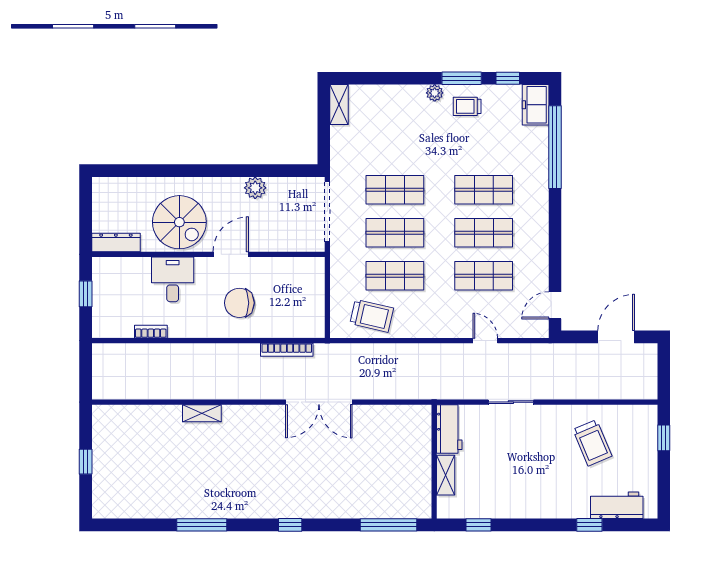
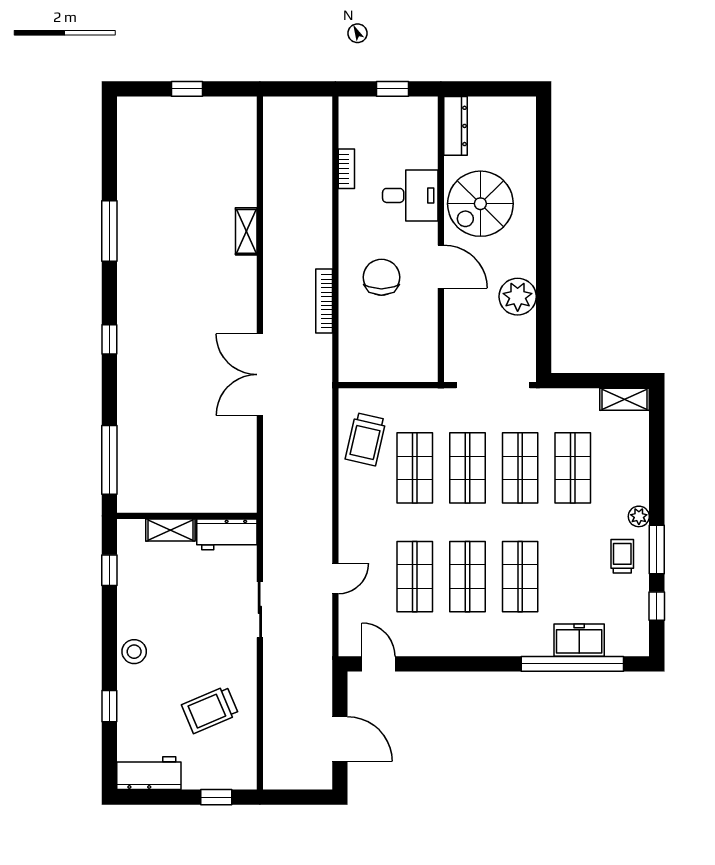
freezer: (536, 105) -> (579, 640), moved
shop shelf: (395, 147) -> (573, 468), added
plant: (255, 188) -> (518, 297), width x1.36, depth x1.36
bookcase: (287, 350) -> (324, 301), moved
stool: (545, 505) -> (134, 652), added
workbench: (617, 505) -> (149, 773), moved, turned -90

